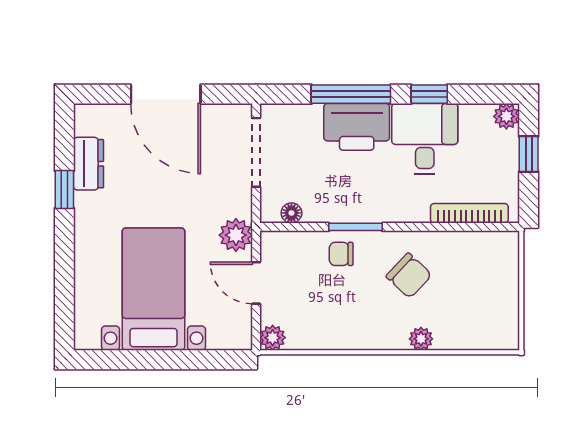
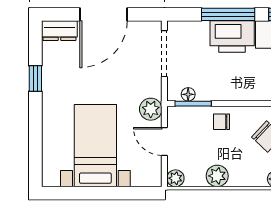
door: (166, 94) -> (104, 14), hinge flipped
dresser: (89, 164) -> (59, 31), moved, turned 90
window: (355, 227) -> (193, 104), moved
plant: (335, 334) -> (217, 176), added

